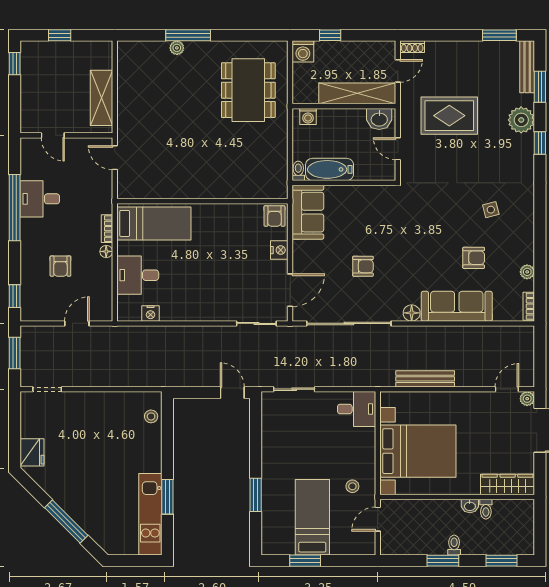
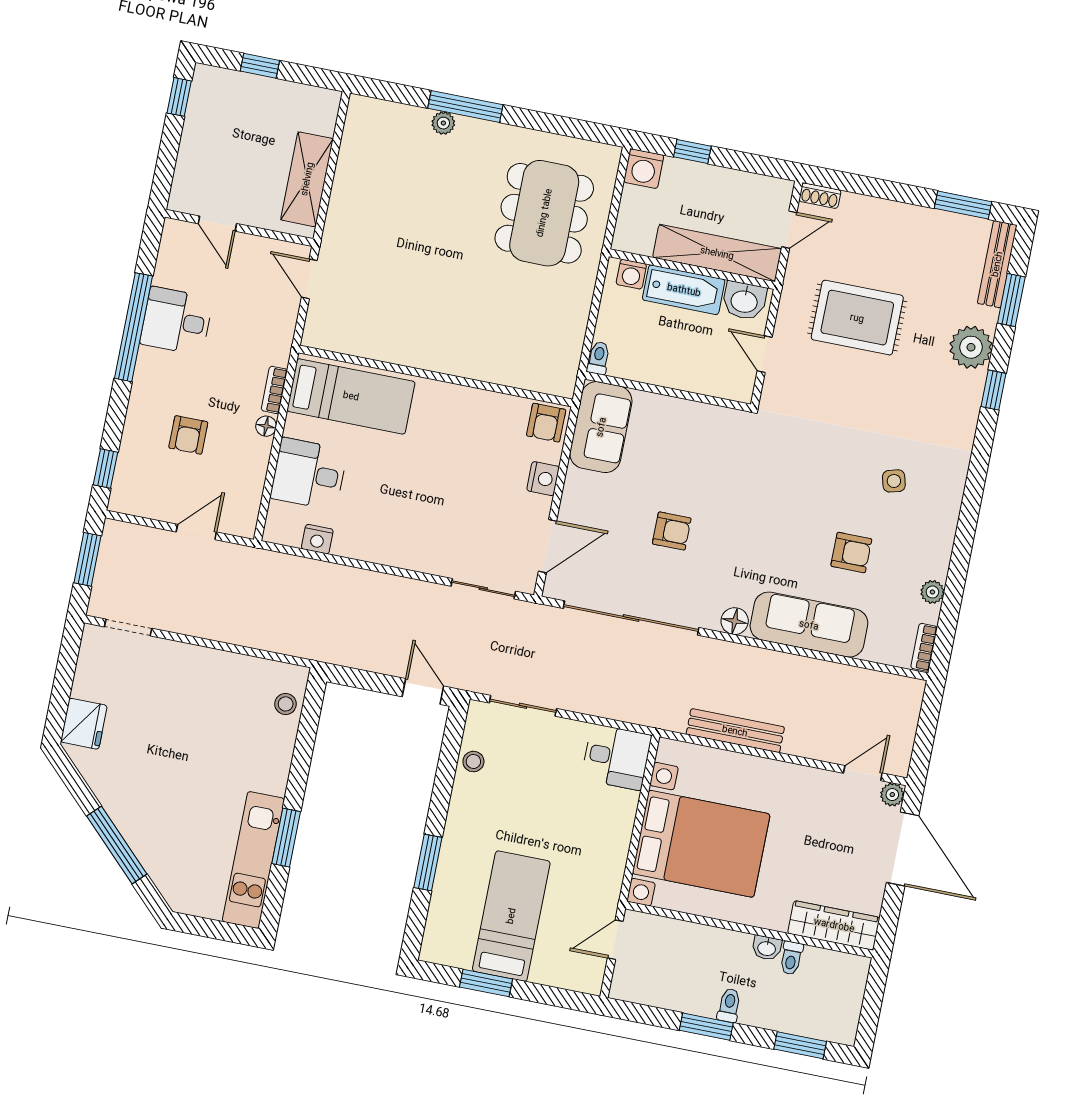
bathtub: (330, 169) -> (684, 290), moved, turned 180
stool: (352, 486) -> (473, 762), moved

